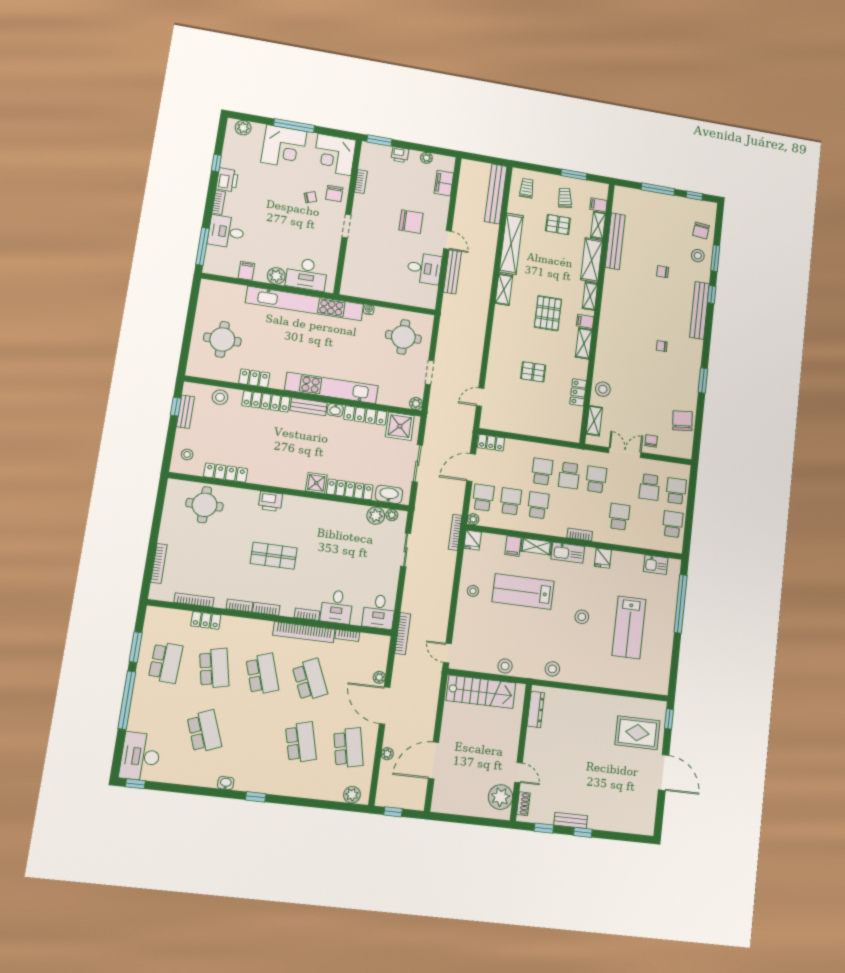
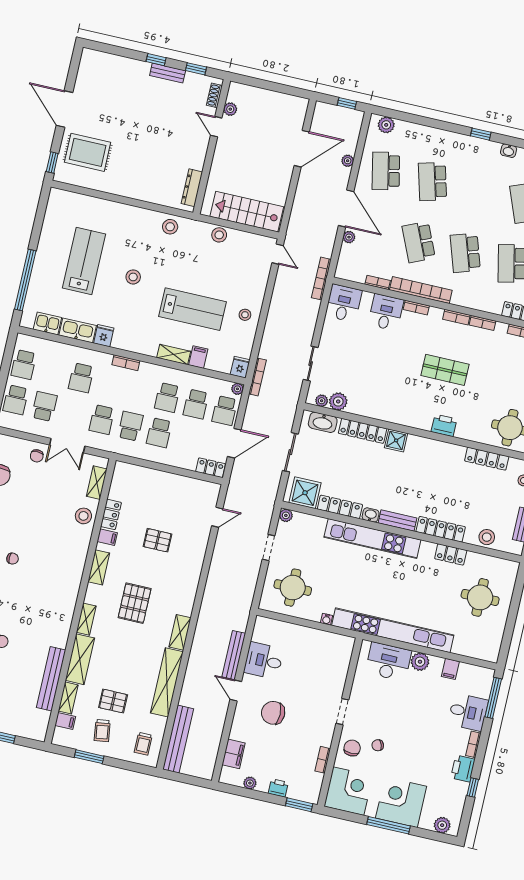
filing cabinet: (585, 321) -> (107, 537), moved
kitchen sink: (568, 553) -> (78, 330), moved
plant: (500, 797) -> (230, 109), width x0.53, depth x0.53

